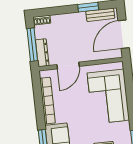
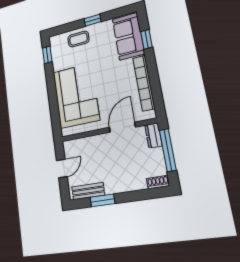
door: (124, 34) -> (62, 169), width x0.53
dresser: (42, 53) -> (153, 135), width x0.70

